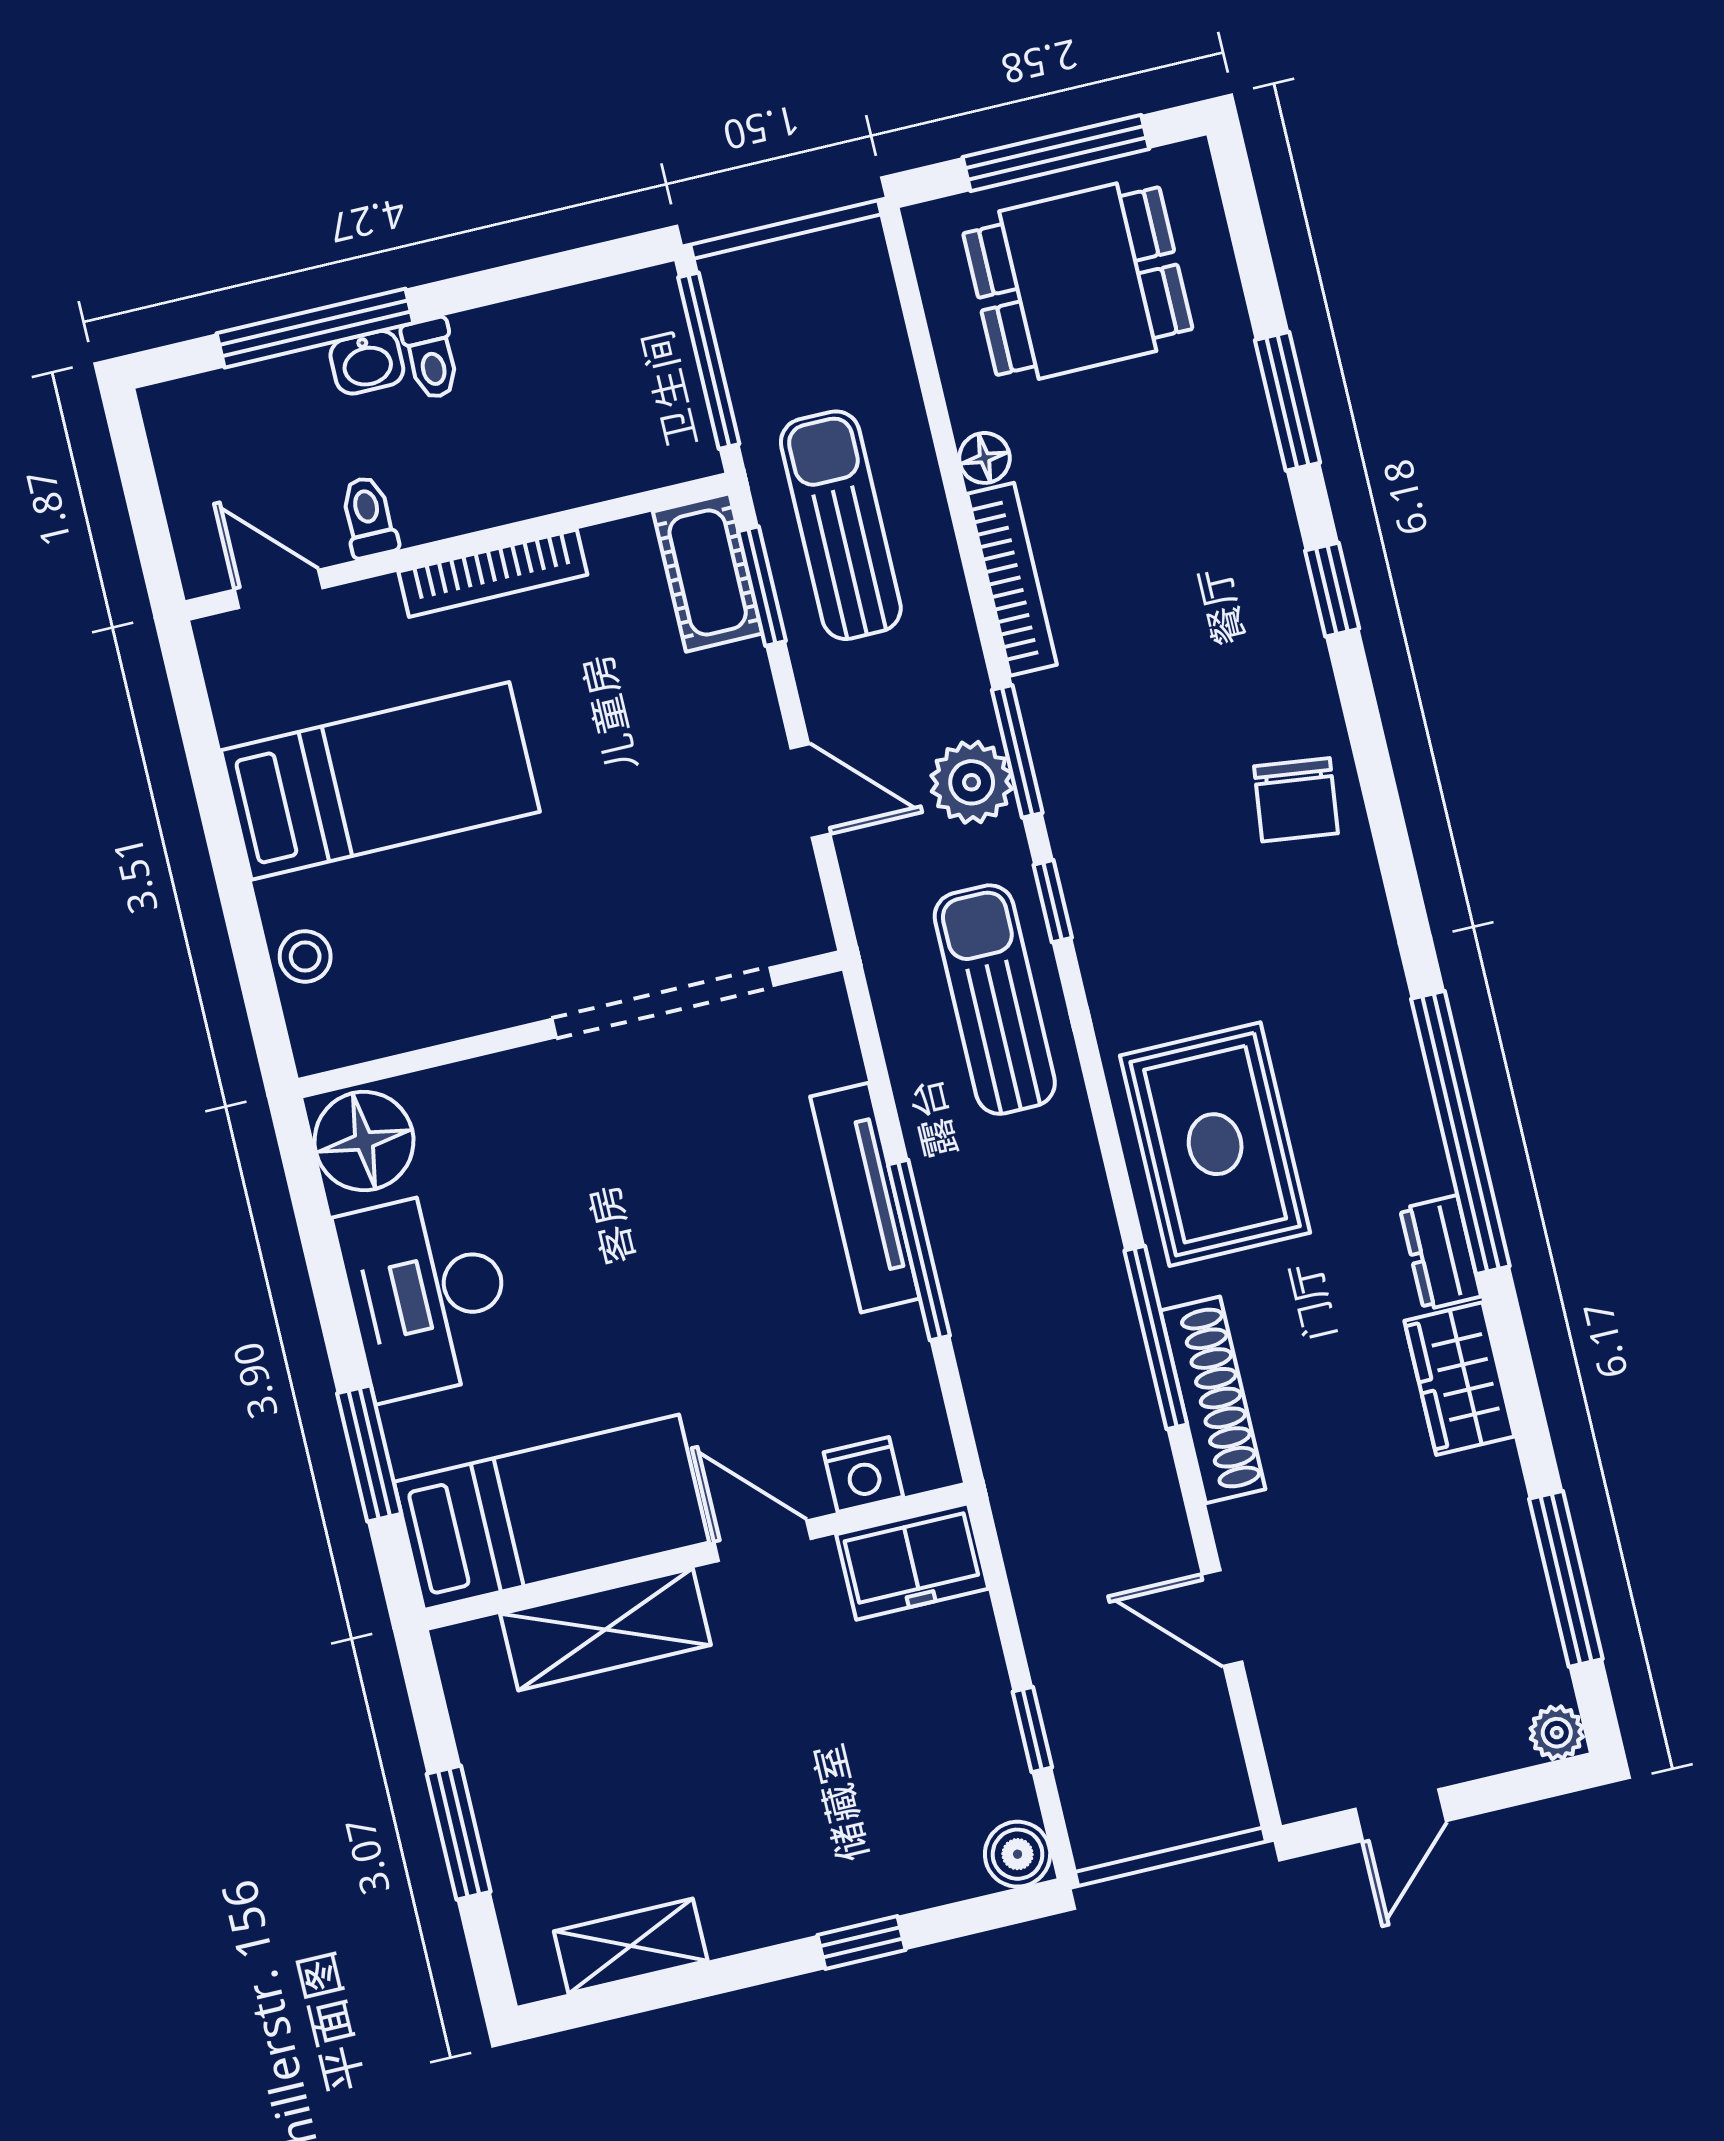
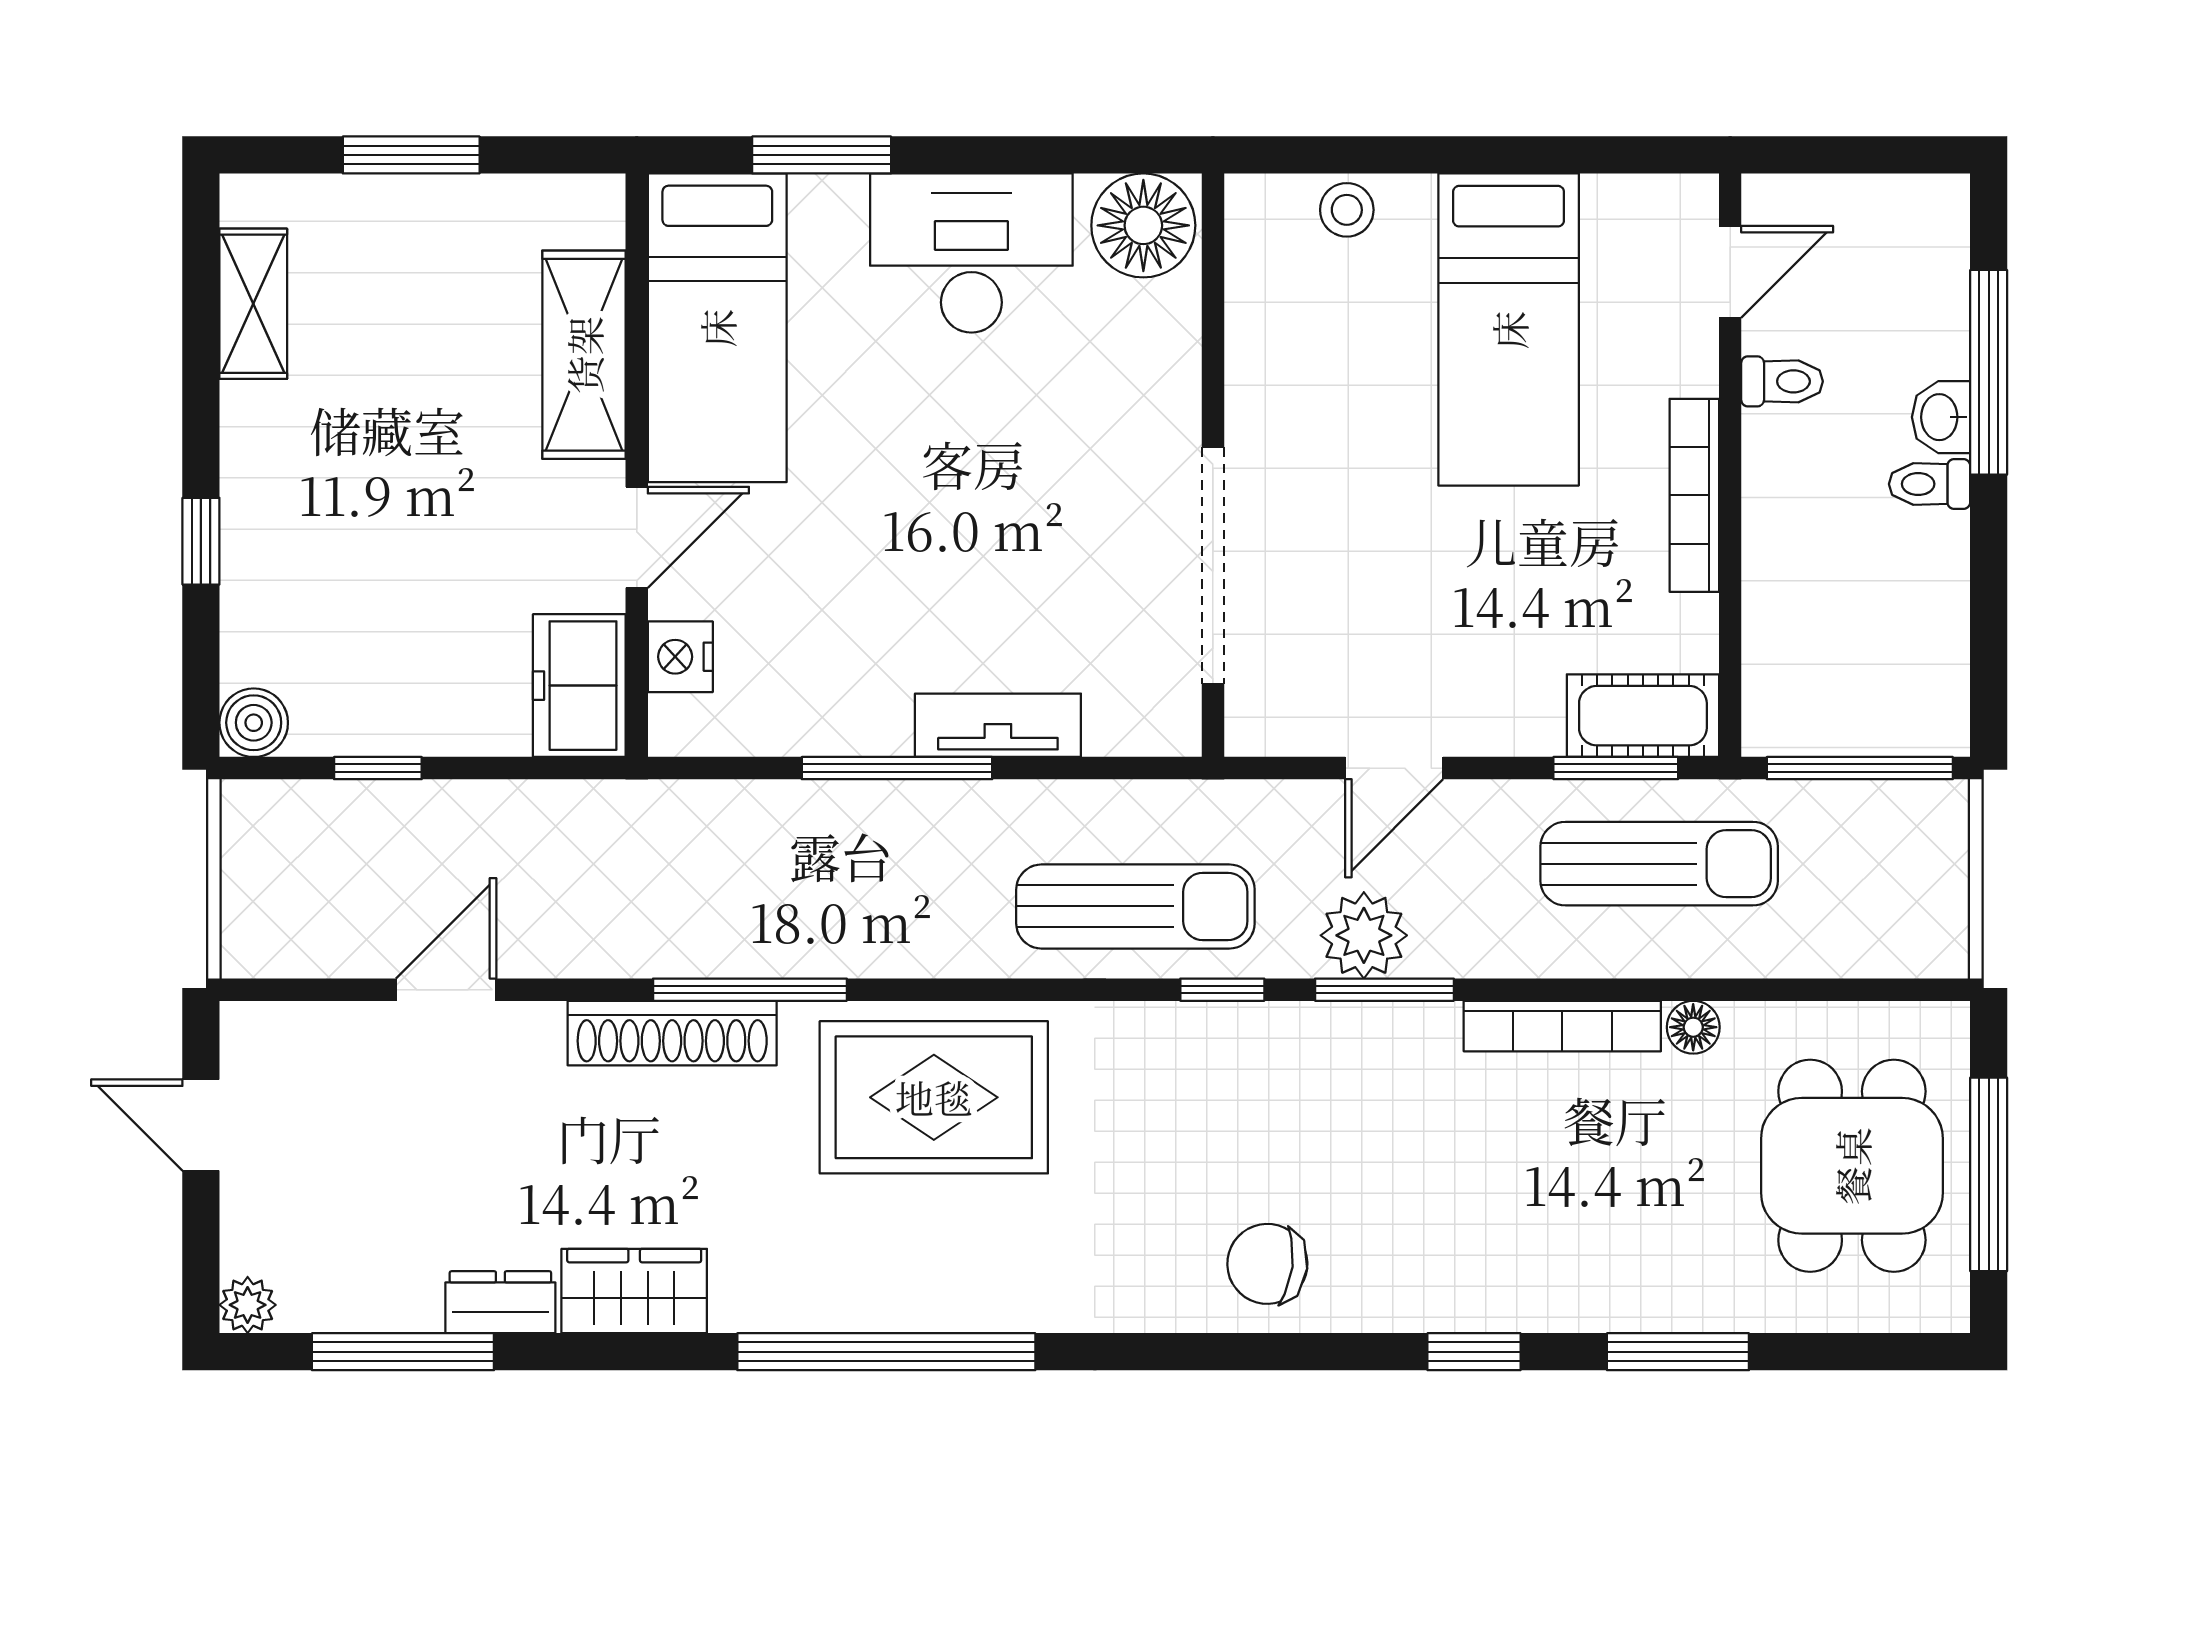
tv unit: (865, 1198) -> (998, 725), width x0.71
dresser: (1441, 1253) -> (500, 1302), moved

